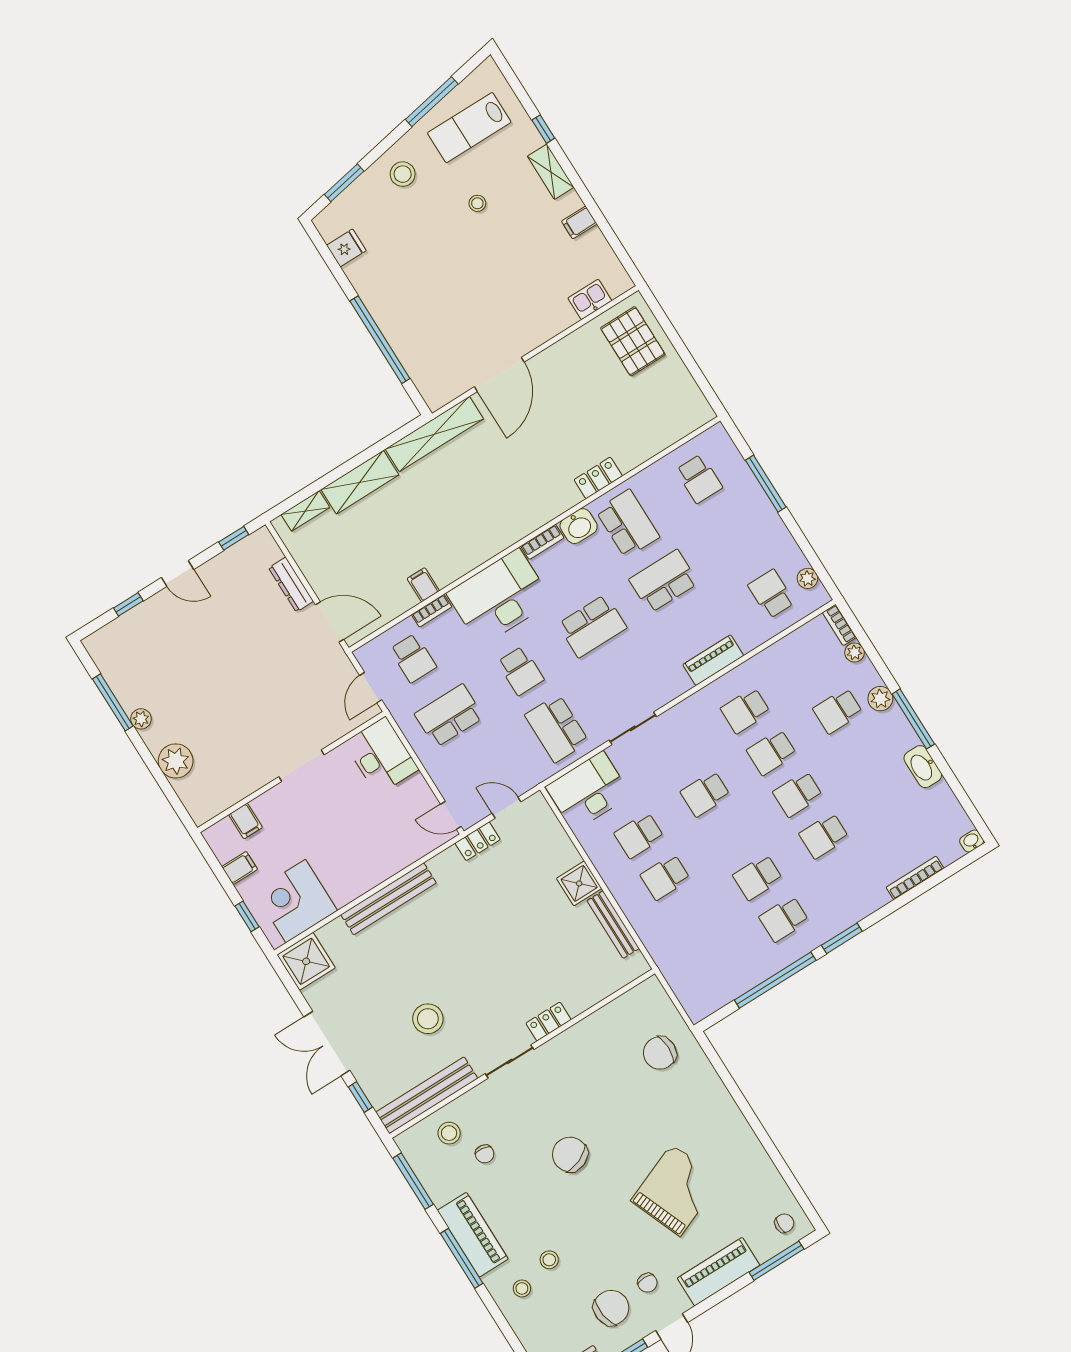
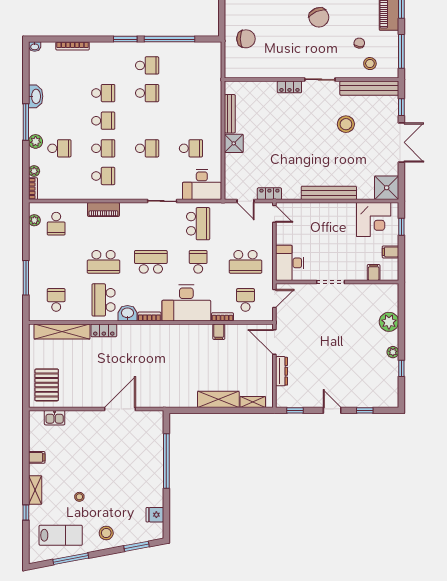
shelving: (434, 434) -> (62, 332), moved
window: (113, 702) -> (401, 368), width x0.46
school desk: (665, 877) -> (191, 121), removed

